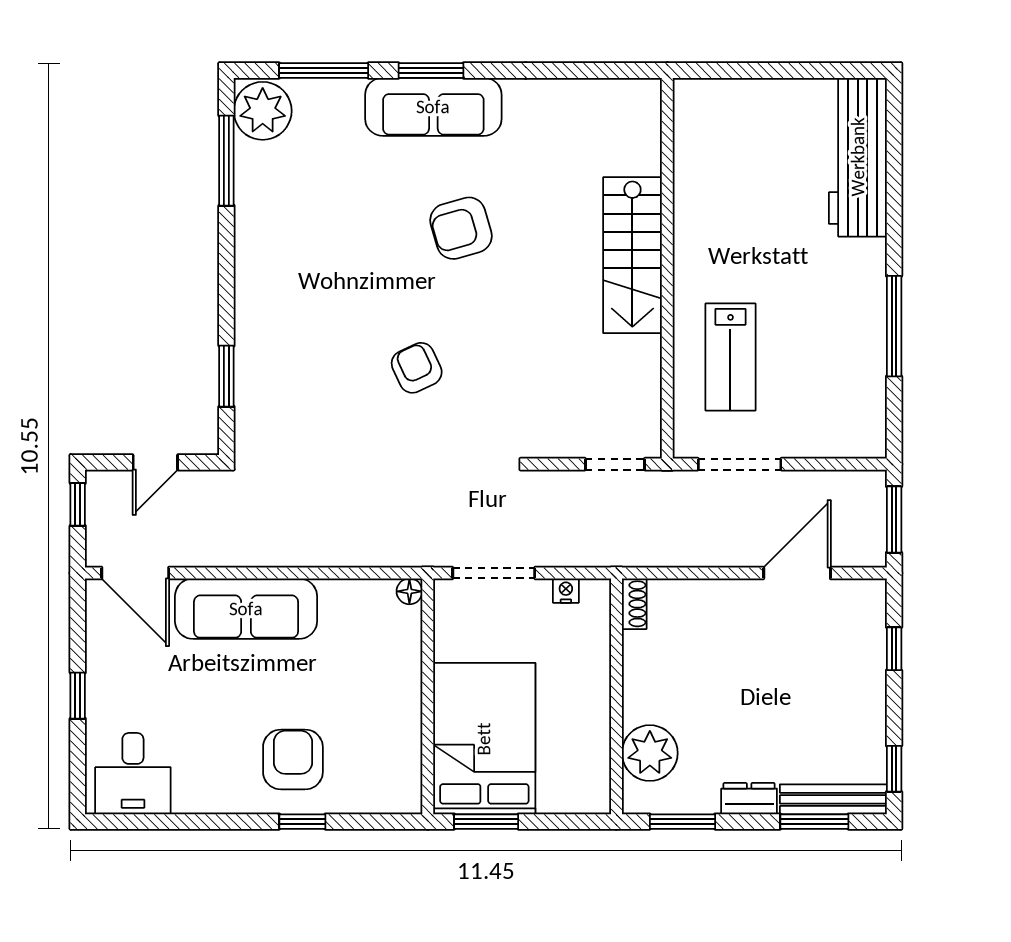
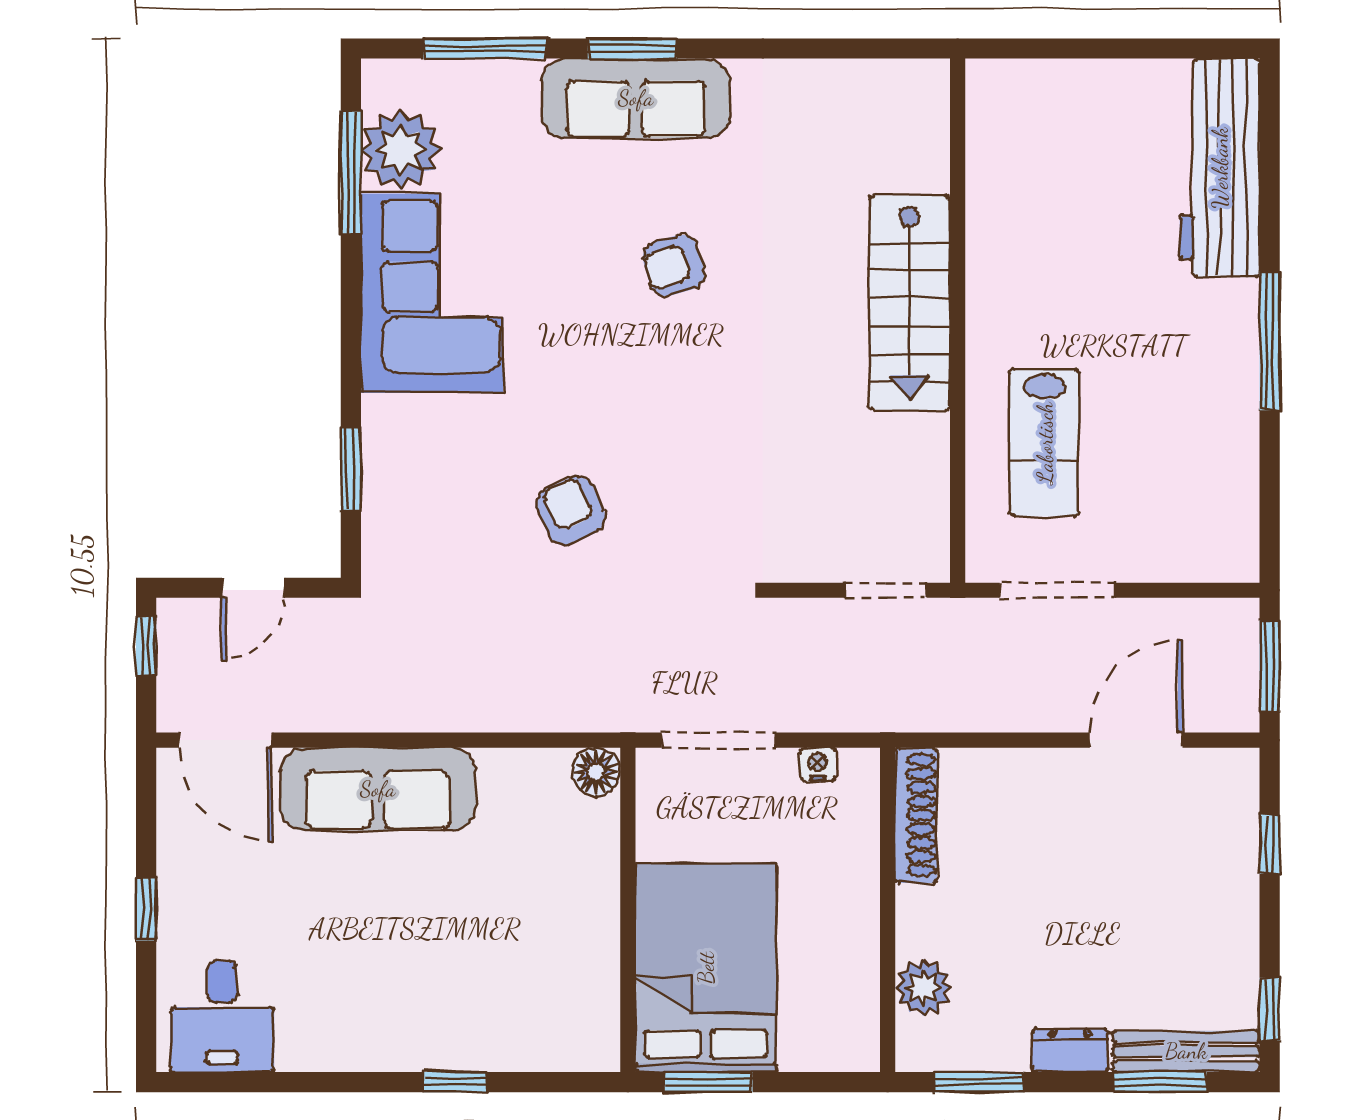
plant: (263, 111) -> (401, 150), moved
armchair: (461, 228) -> (674, 265), width x0.72, depth x0.72
corner sofa: (285, 248) -> (432, 293), added
window: (894, 326) -> (1270, 341), moved
armchair: (417, 368) -> (571, 511), moved
floor lamp: (409, 591) -> (596, 772), width x1.37, depth x1.37
shoe rack: (634, 604) -> (916, 815), width x1.94, depth x1.24
plant: (650, 753) -> (923, 988), width x0.73, depth x0.73
armchair: (293, 759) -> (442, 997), removed

